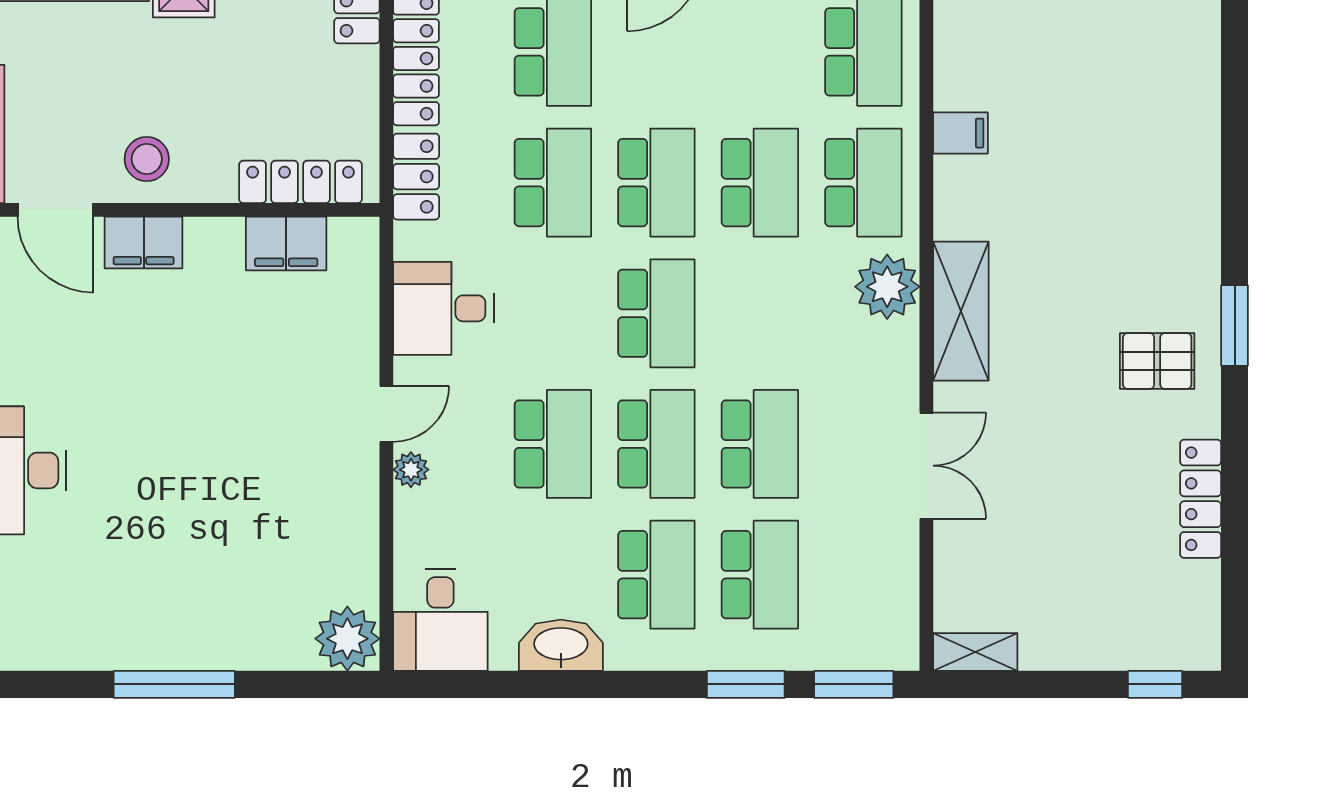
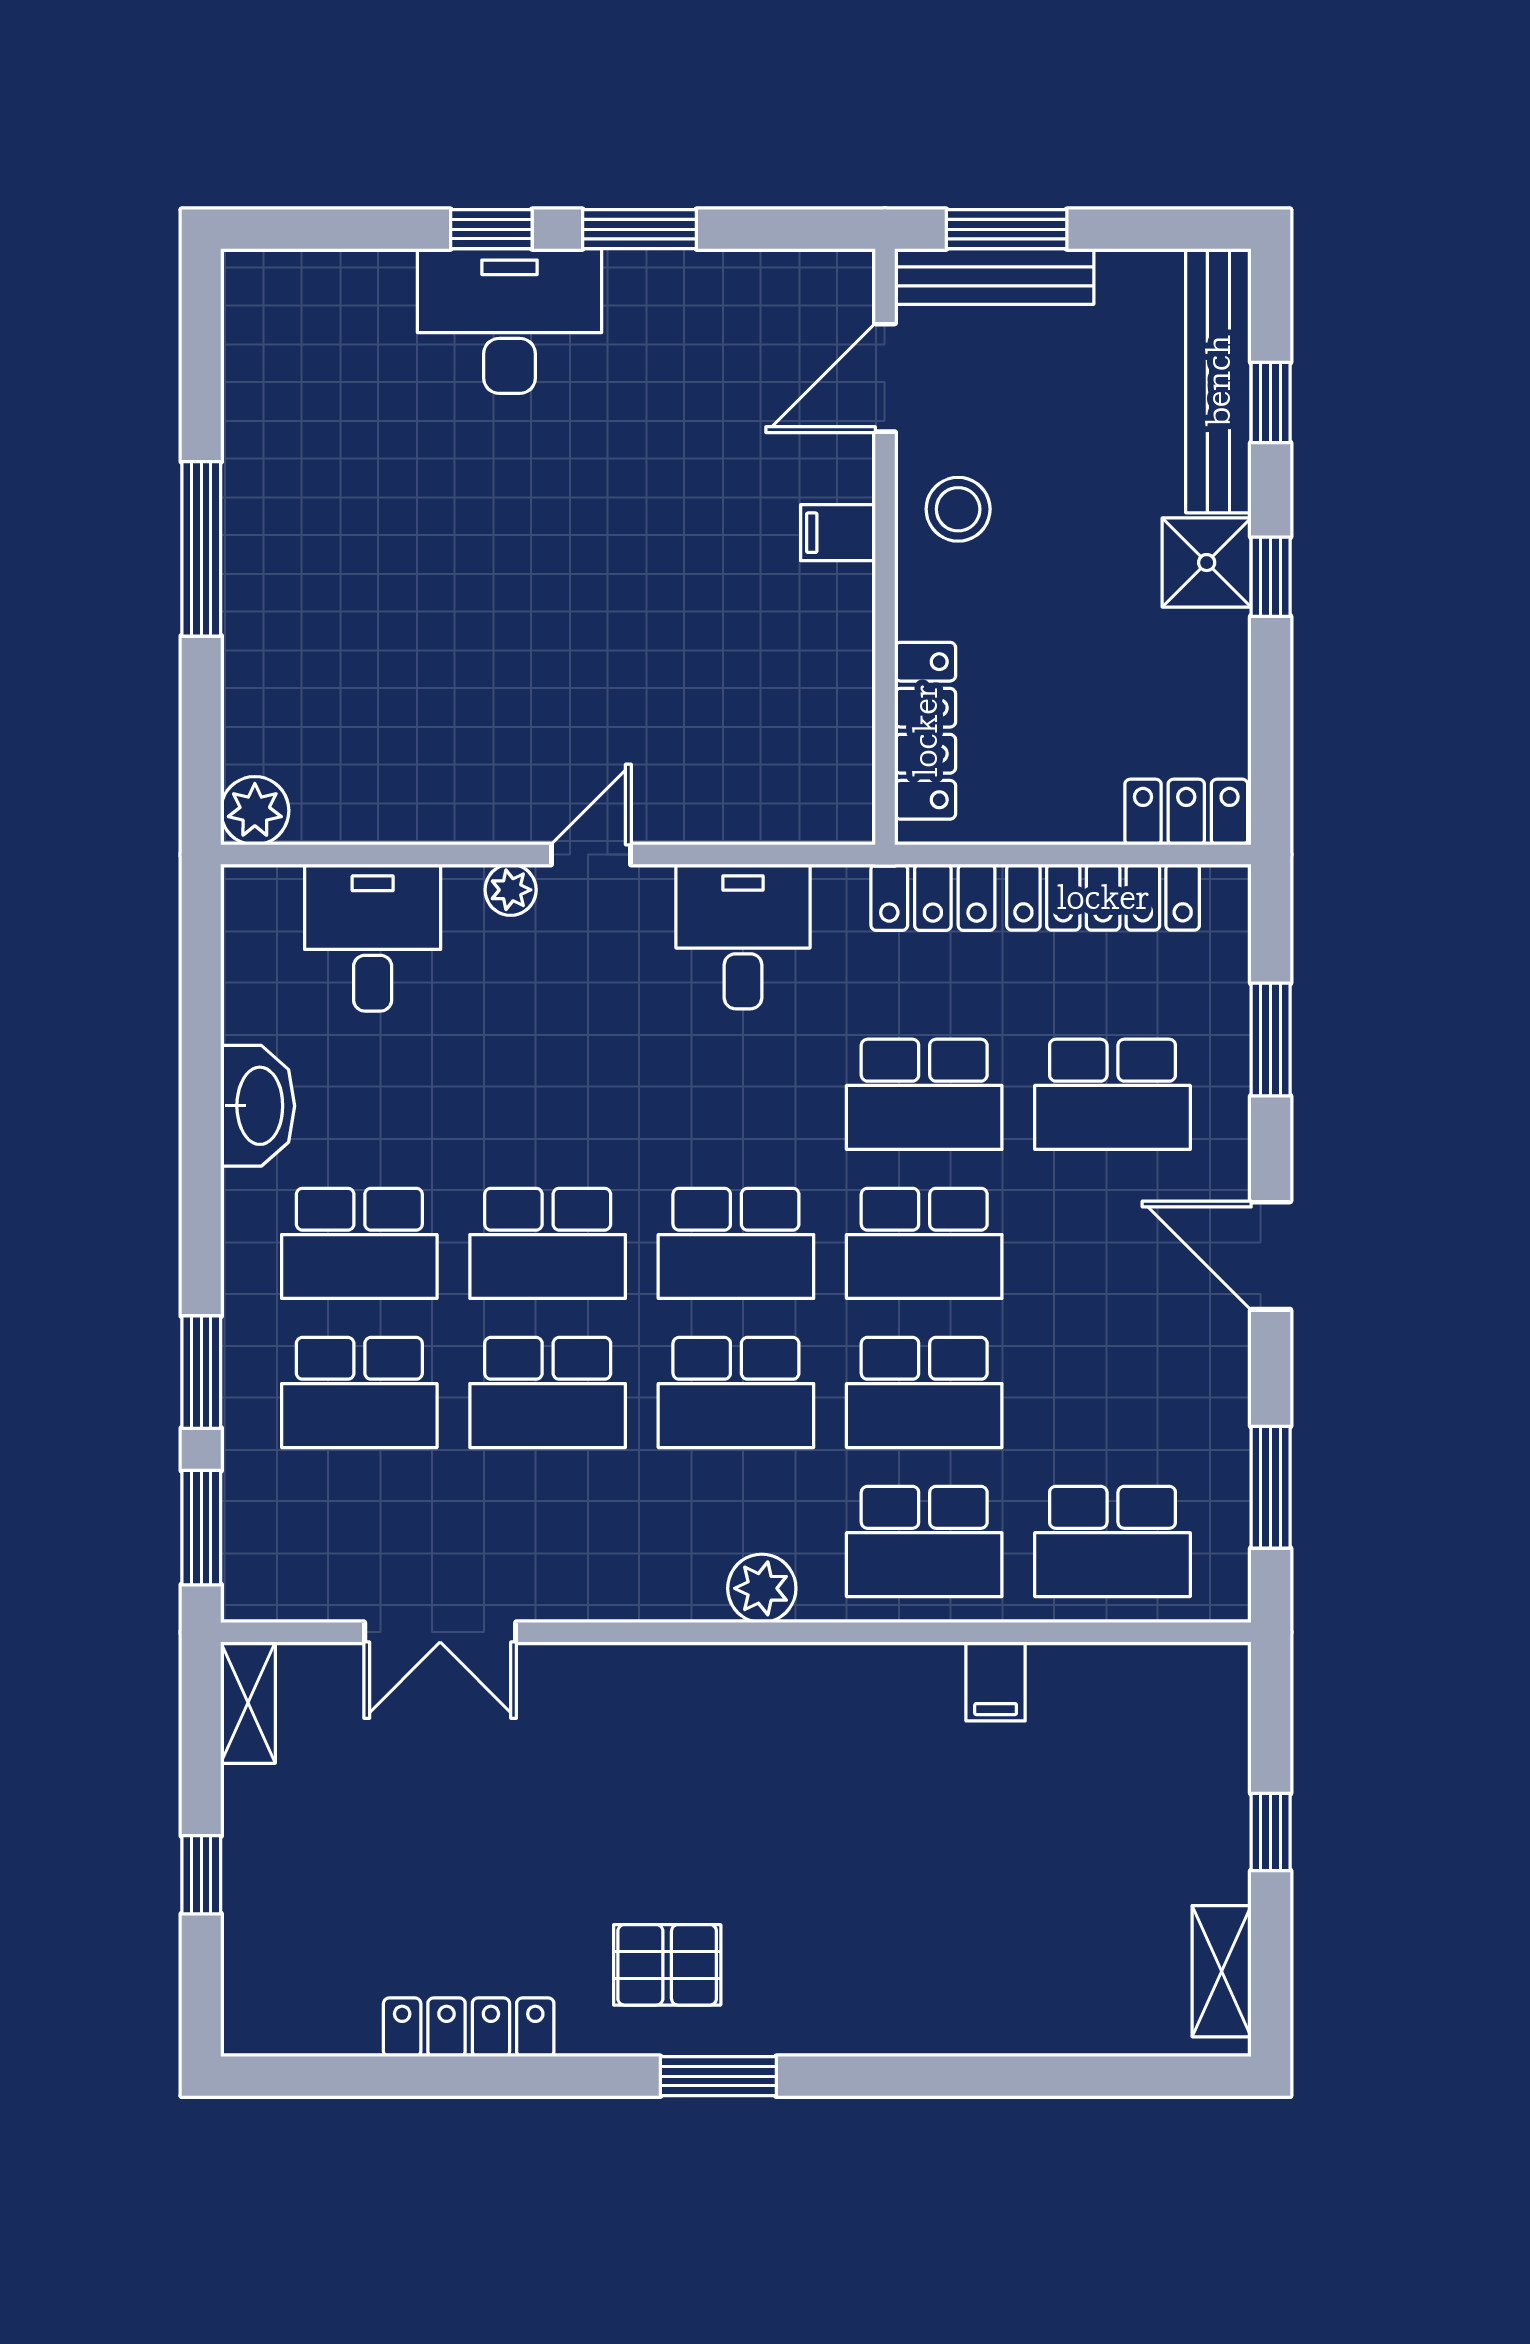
filing cabinet: (144, 242) -> (838, 533), width x0.50
filing cabinet: (286, 243) -> (837, 710), removed
plant: (887, 287) -> (762, 1588), width x0.73, depth x0.73
shelving: (961, 311) -> (739, 1682), removed
pallet: (1157, 361) -> (667, 1965), turned 90
door: (386, 414) -> (591, 855), swing flipped
school desk: (553, 444) -> (736, 1392), moved
double door: (926, 466) -> (440, 1632), moved
desk: (440, 620) -> (373, 938), moved, turned 90
plant: (347, 639) -> (255, 811), width x0.73, depth x0.73
window: (1155, 684) -> (201, 1875), moved

